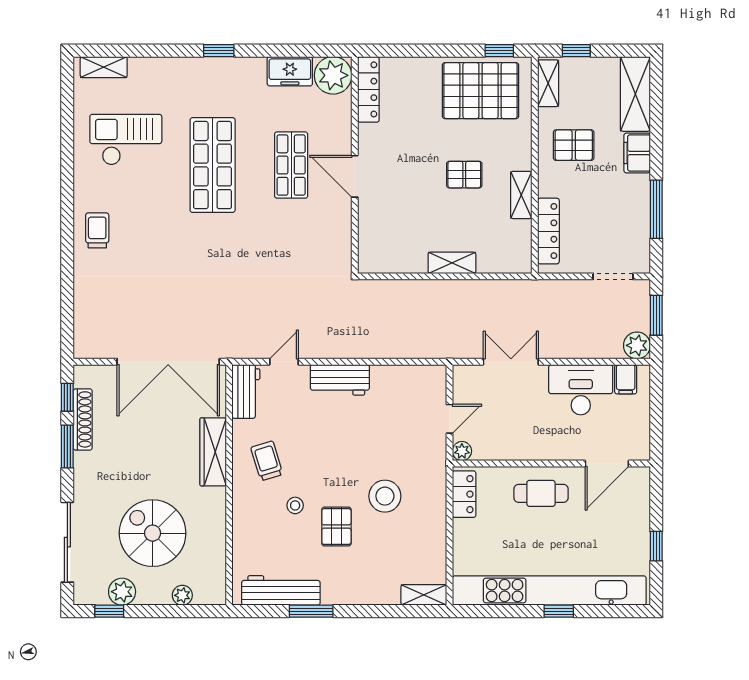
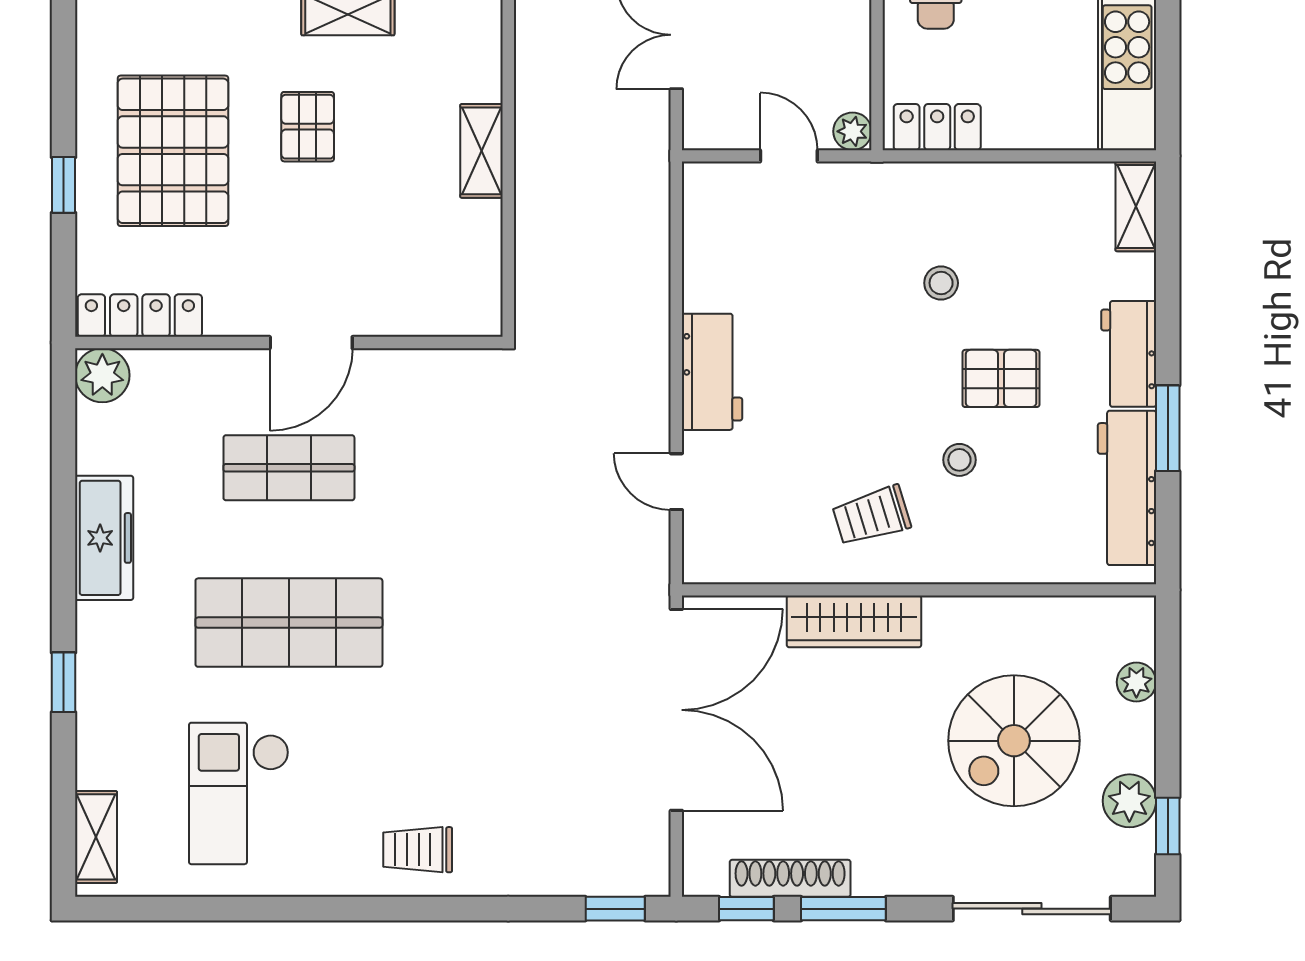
window: (219, 51) -> (64, 682), moved
window: (499, 51) -> (64, 185), moved
freezer: (290, 71) -> (104, 538), moved, width x1.40
plant: (333, 75) -> (102, 375), width x0.73, depth x0.73
pallet: (481, 91) -> (173, 151), moved
window: (67, 331) -> (615, 909), added
workbench: (246, 391) -> (1129, 354), moved, turned -90
stool: (385, 496) -> (941, 283), width x0.53, depth x0.53

